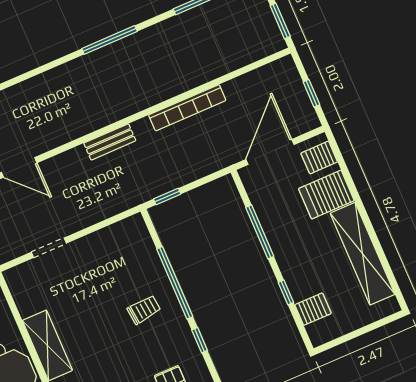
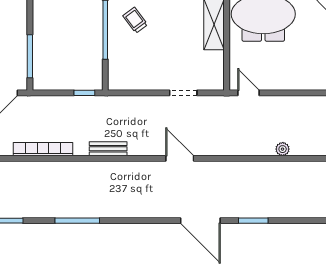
window: (260, 232) -> (30, 56), moved
trolley: (144, 310) -> (135, 20), turned 59

